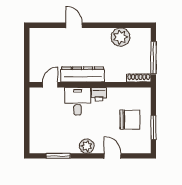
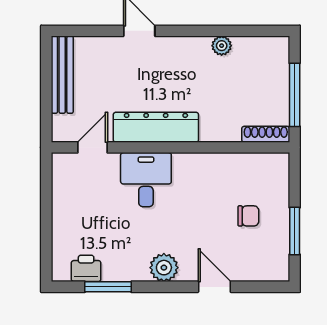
plant: (120, 37) -> (222, 46), width x0.53, depth x0.53
bench: (35, 48) -> (62, 75), added
printer: (99, 94) -> (86, 268), moved, turned 180
chair: (130, 120) -> (248, 216), width x0.54, depth x0.54

